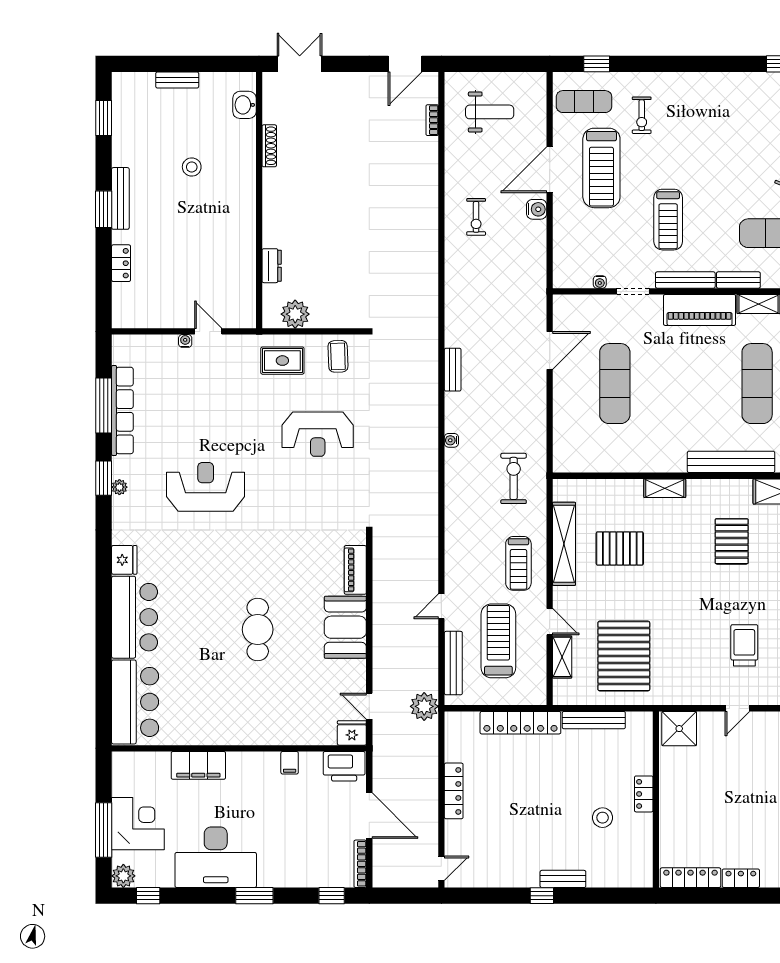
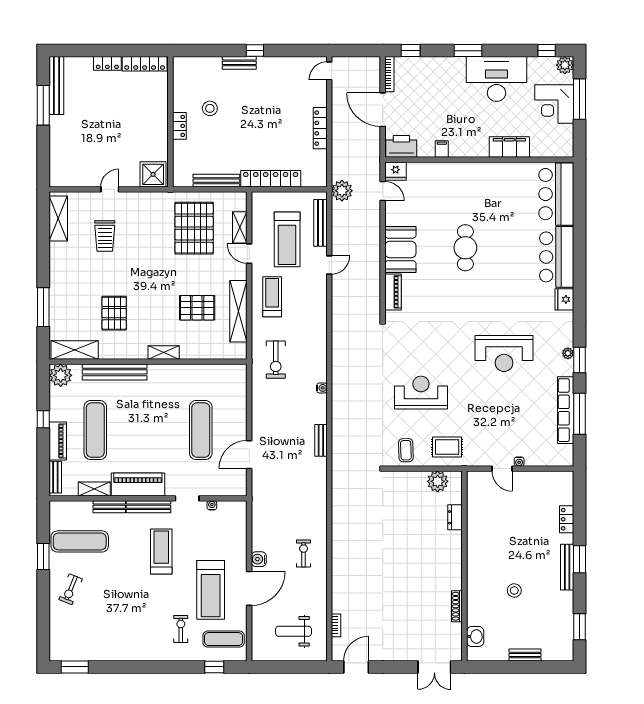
treadmill: (601, 168) -> (211, 590), turned 180

